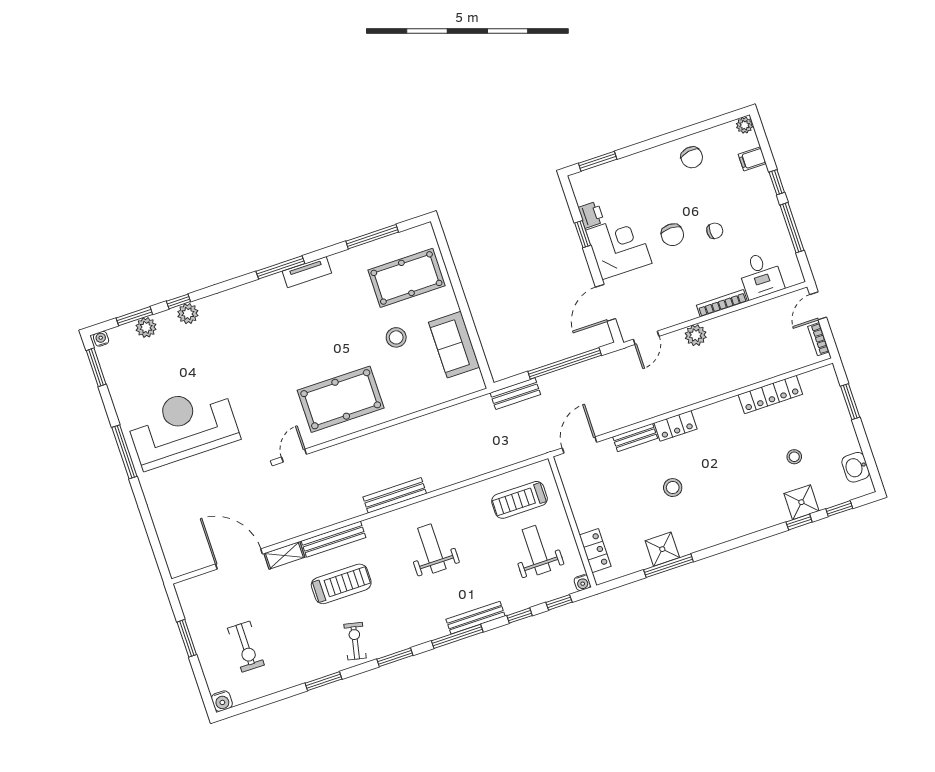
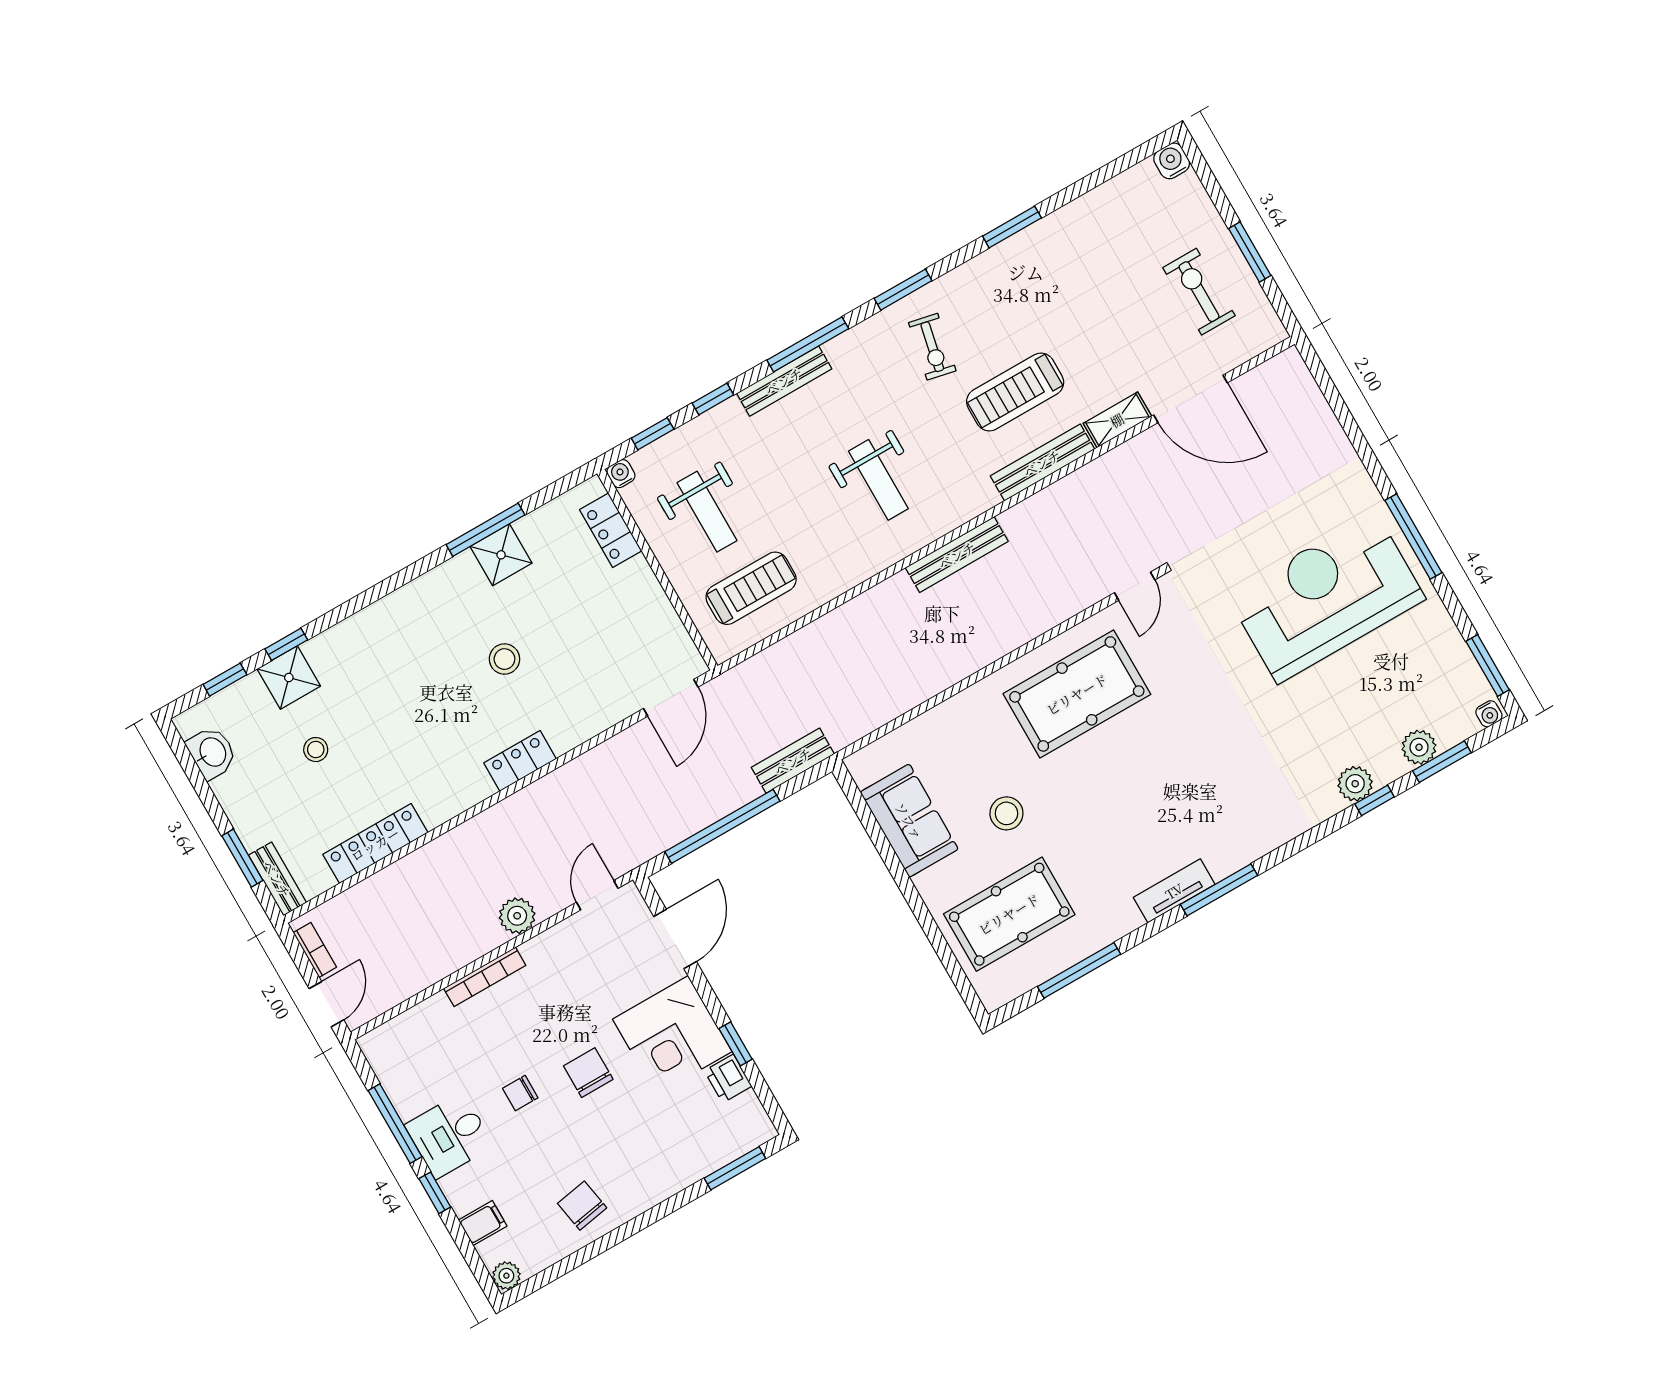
desk: (761, 275) -> (449, 1136), moved, turned -90
reception desk: (183, 426) -> (1326, 597), turned 180
bench: (635, 438) -> (277, 879), moved, turned 90
exercise bike: (355, 641) -> (932, 347), moved
exercise bike: (246, 647) -> (1199, 292), moved

